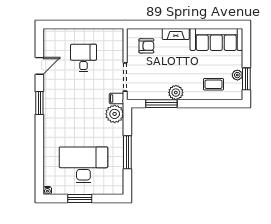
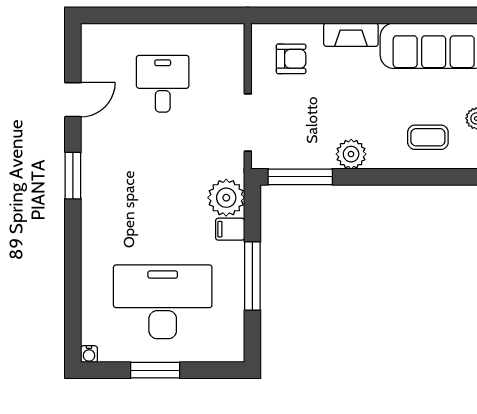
filing cabinet: (117, 98) -> (230, 229), moved
window: (161, 104) -> (300, 177), moved

